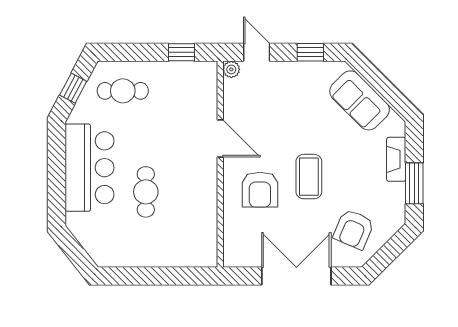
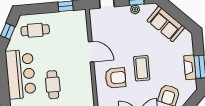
plant: (231, 69) -> (135, 9), moved
fireplace: (396, 159) -> (190, 67), moved
armchair: (260, 190) -> (115, 78), turned -90

